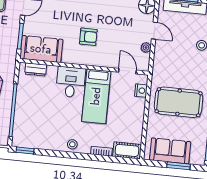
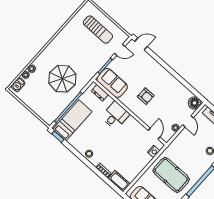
bed: (96, 96) -> (72, 120), moved, turned 180

